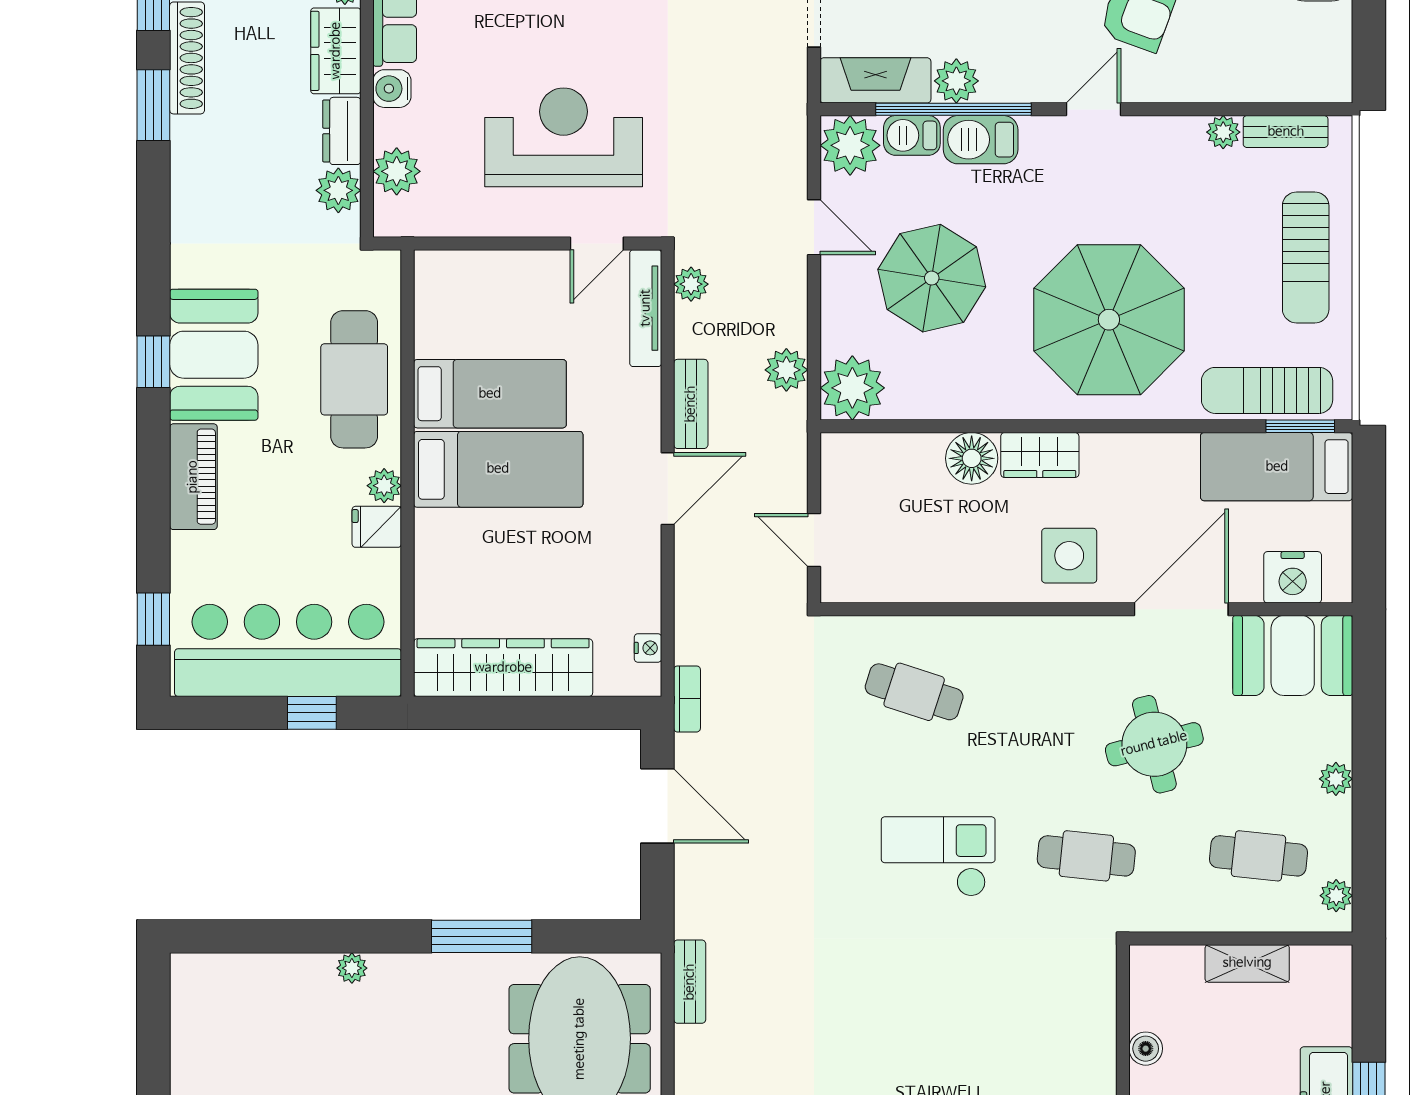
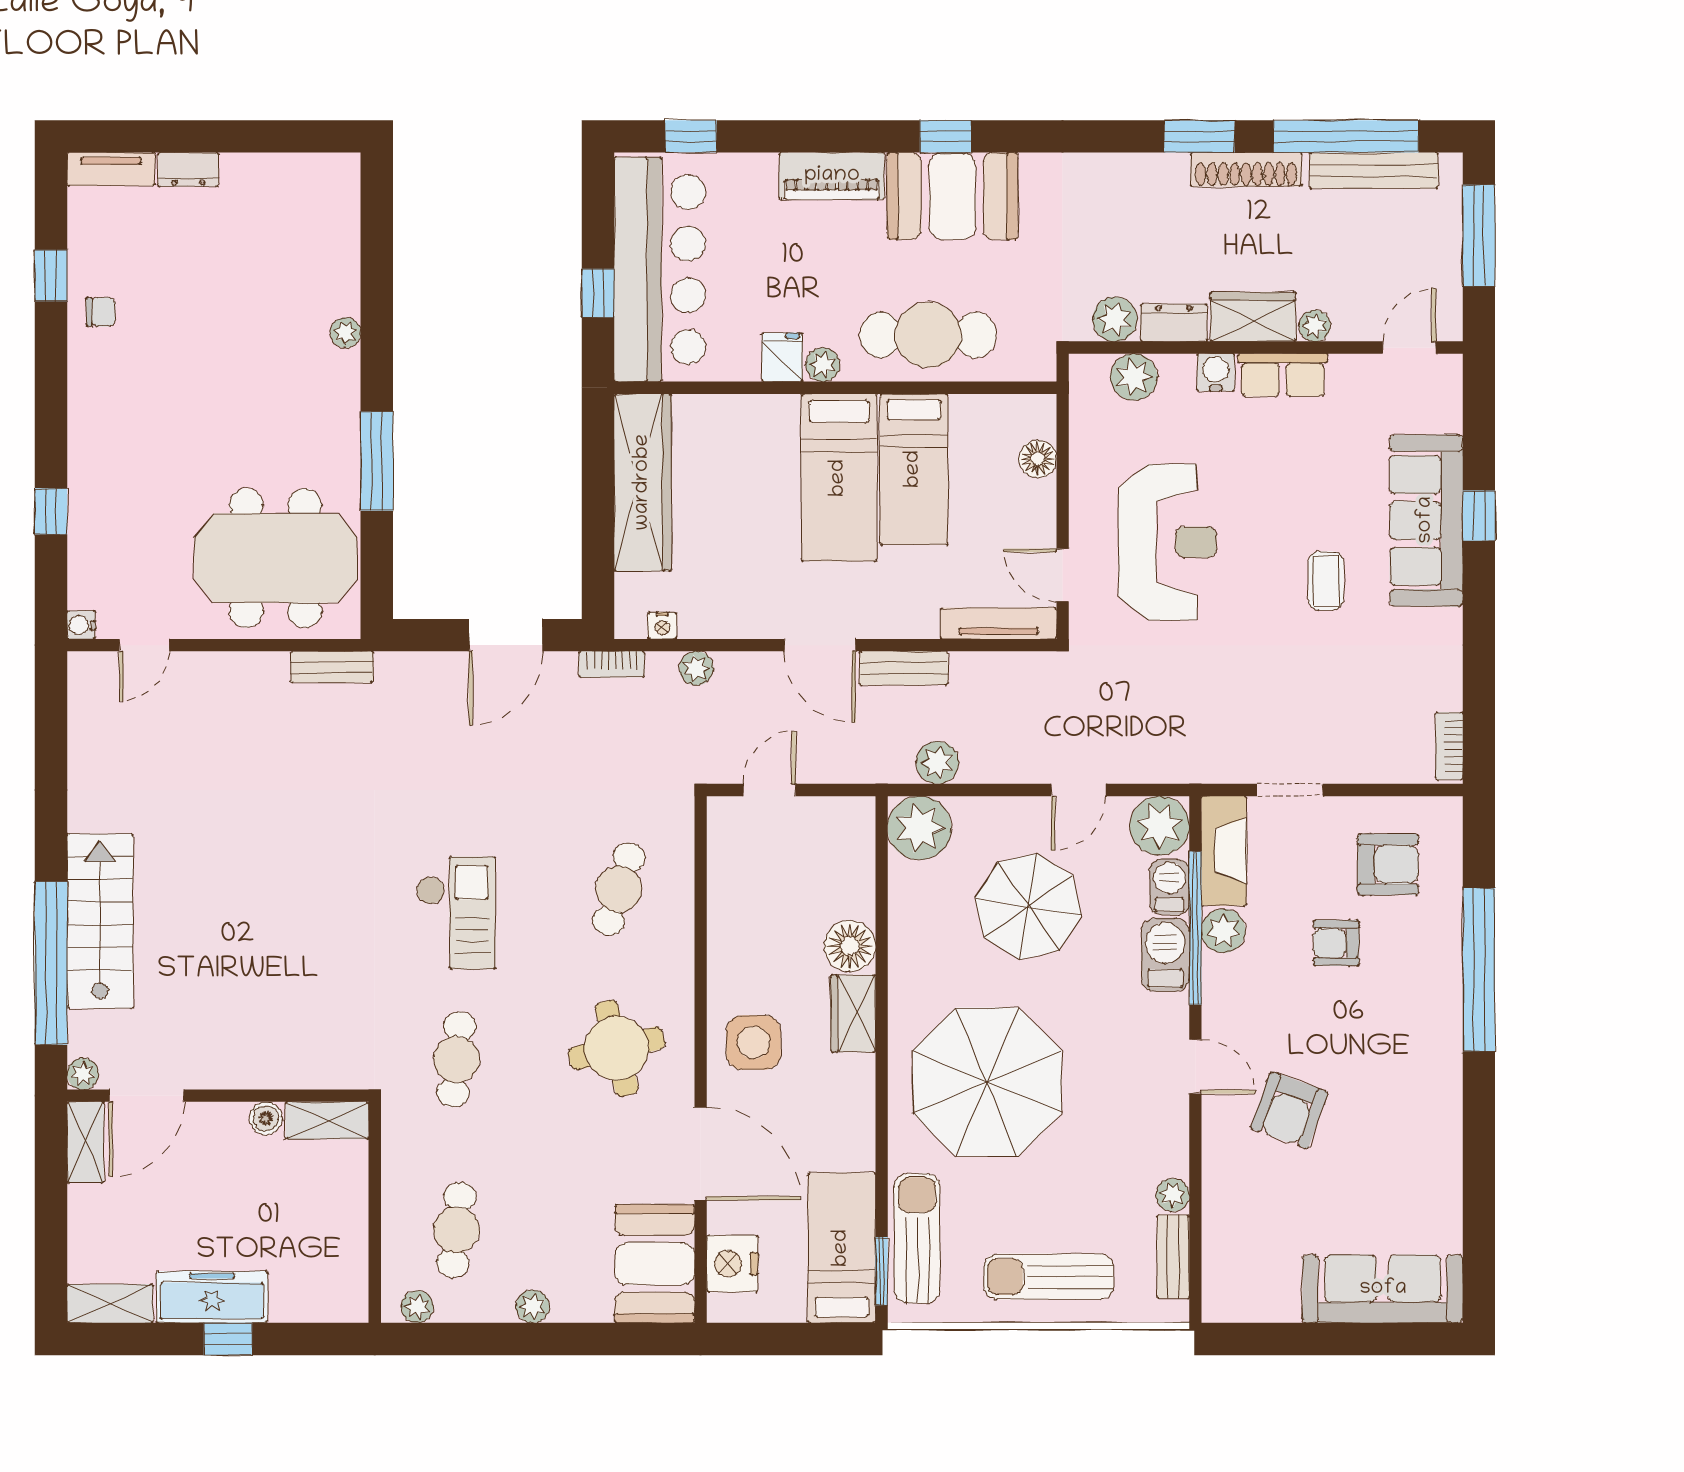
floor lamp: (479, 268) -> (1038, 459), added
plant: (691, 284) -> (696, 668), moved
round table: (1154, 744) -> (617, 1048), moved
shelving: (1247, 963) -> (327, 1120), moved, turned 90

